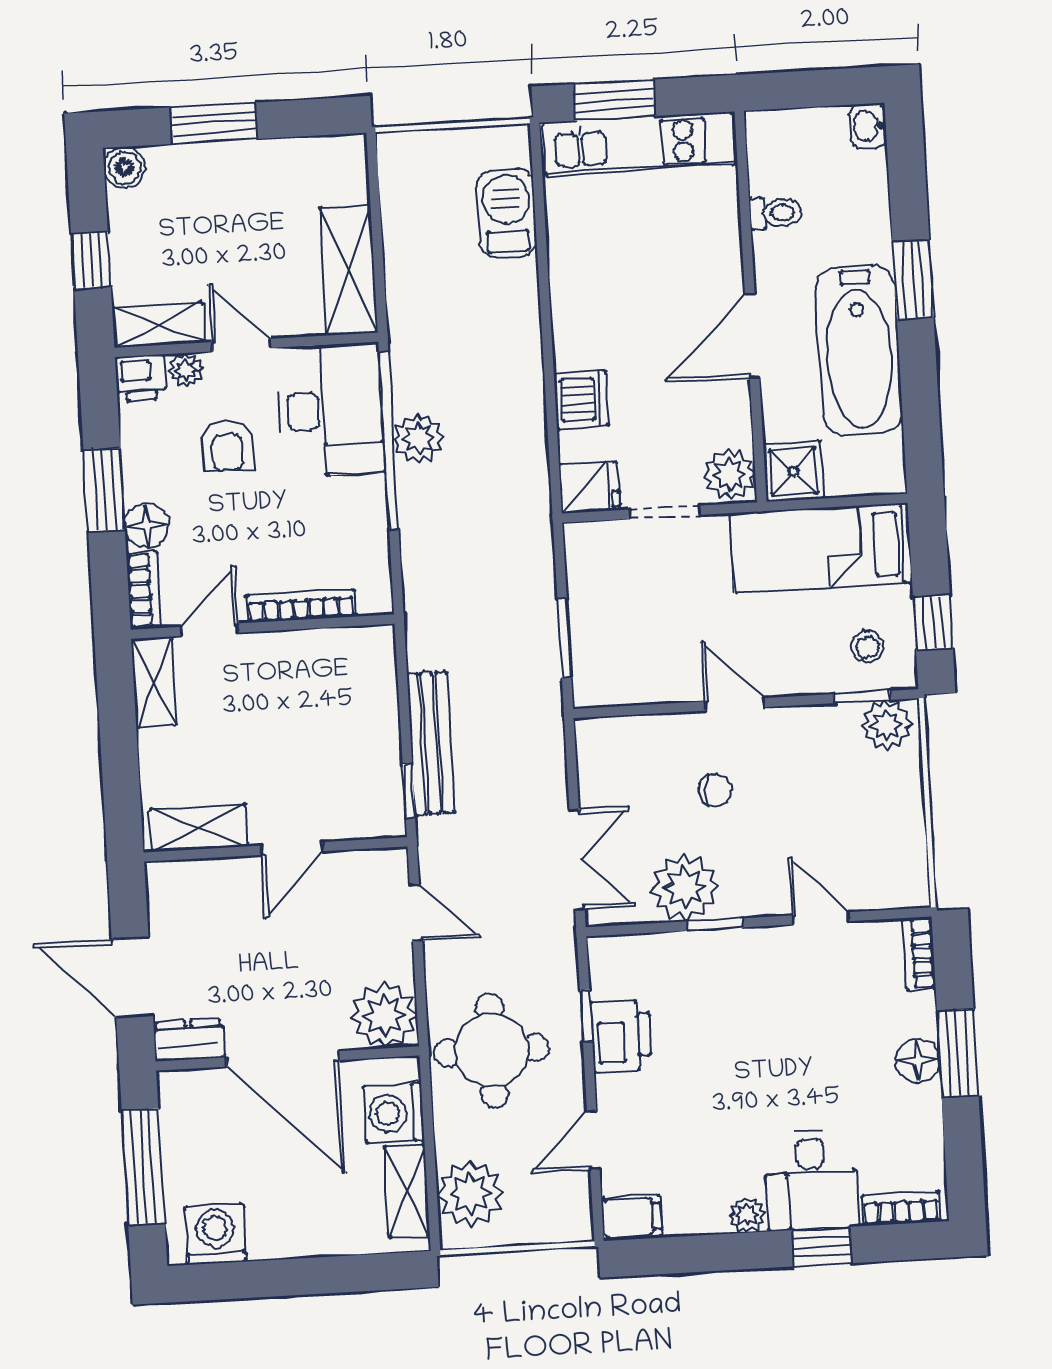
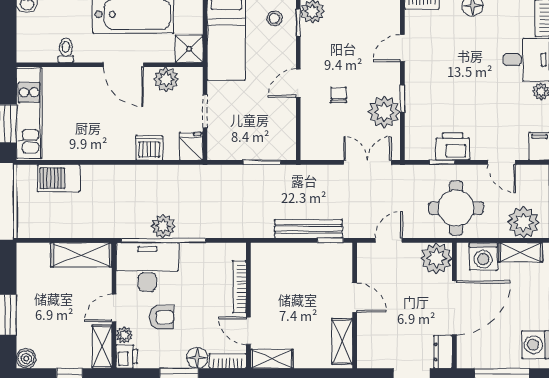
plant: (729, 475) -> (166, 79), moved

